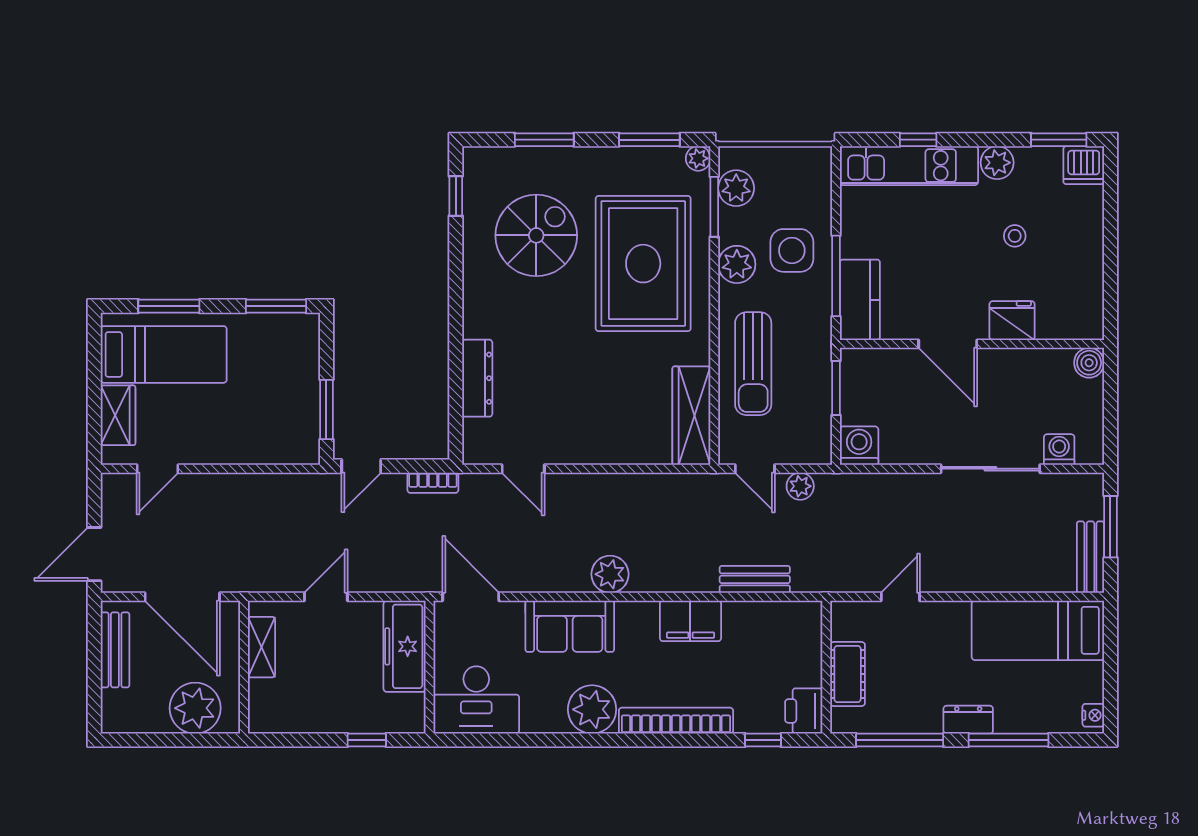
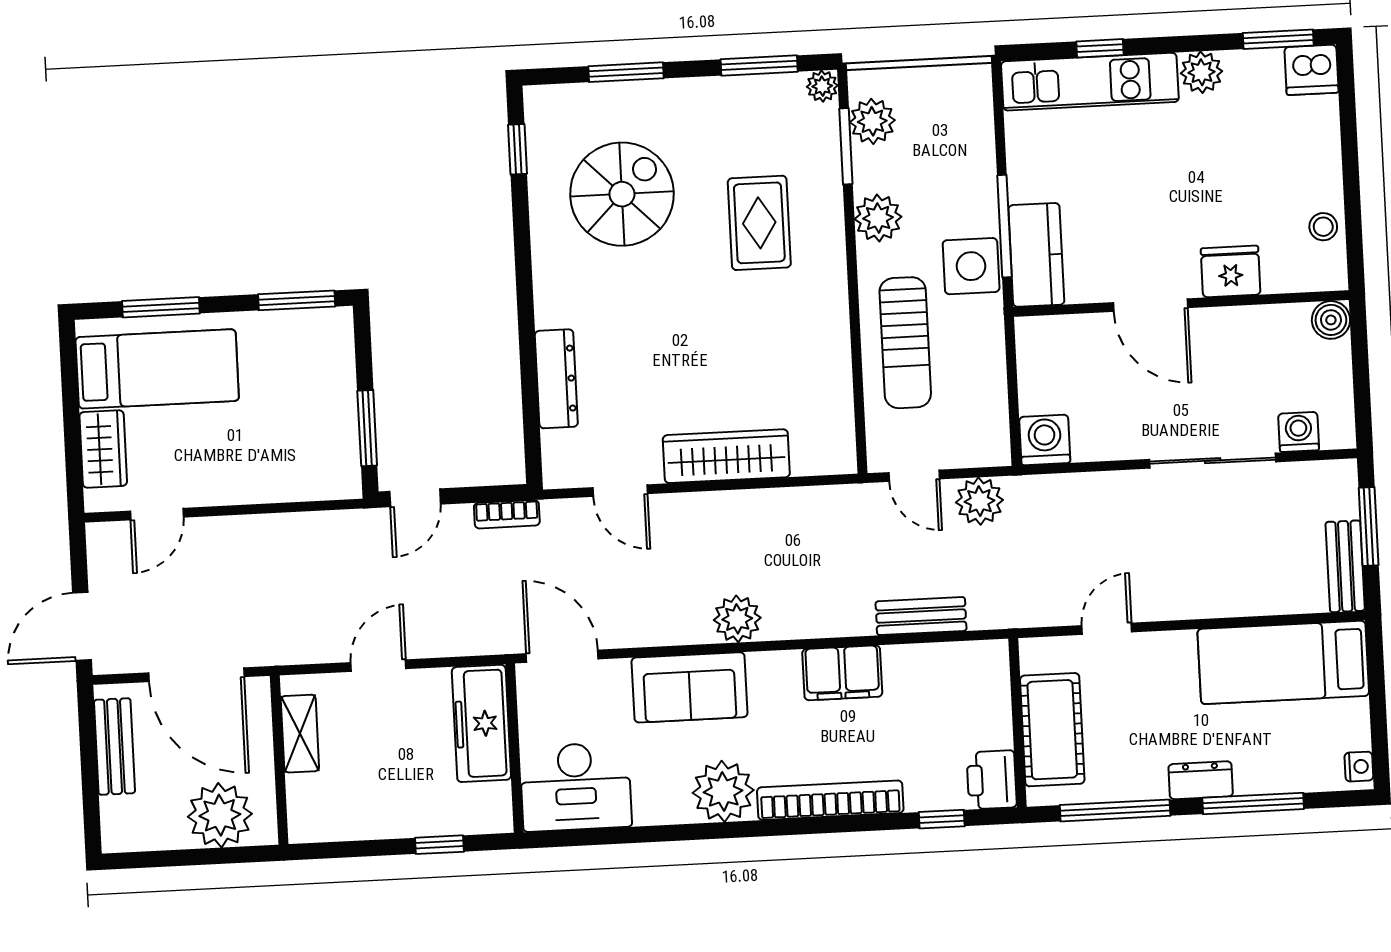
stool: (1015, 236) -> (1323, 227), moved
side table: (792, 250) -> (971, 266), moved
rug: (643, 264) -> (759, 223), width x0.54, depth x0.49
window: (836, 388) -> (1012, 368), removed
wardrobe: (691, 416) -> (726, 456), moved, turned 90
plant: (800, 486) -> (979, 501), width x1.38, depth x1.38
cot: (848, 674) -> (1052, 730), width x1.37, depth x1.34

